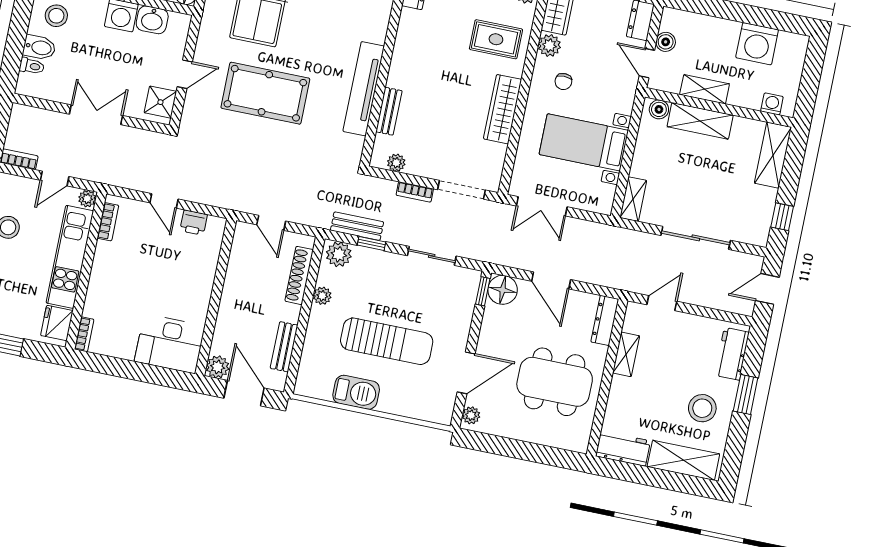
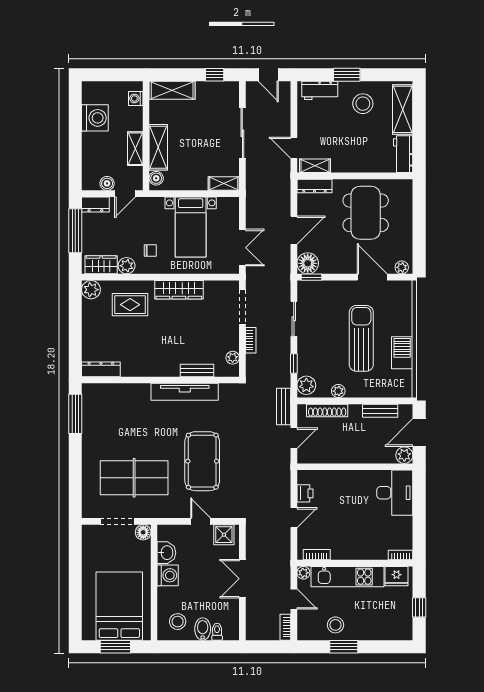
rug: (496, 39) -> (130, 305), turned 90
bench: (357, 226) -> (284, 406), moved
shelving: (626, 354) -> (315, 166), moved

